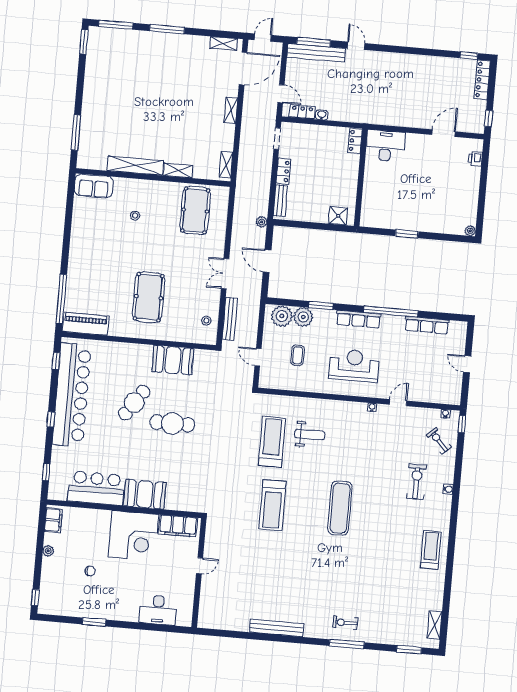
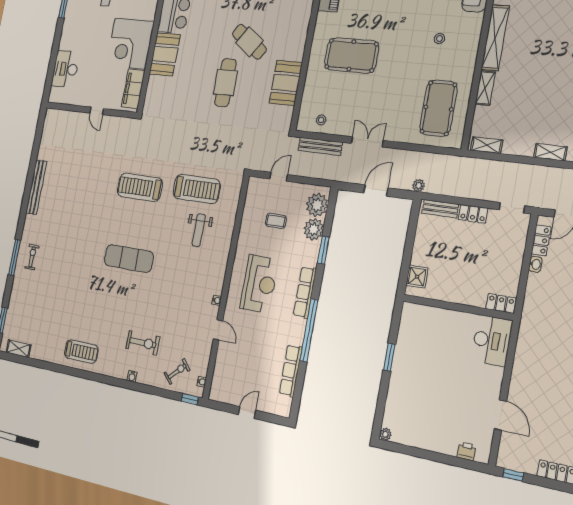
pool table: (195, 211) -> (438, 108), turned 90

